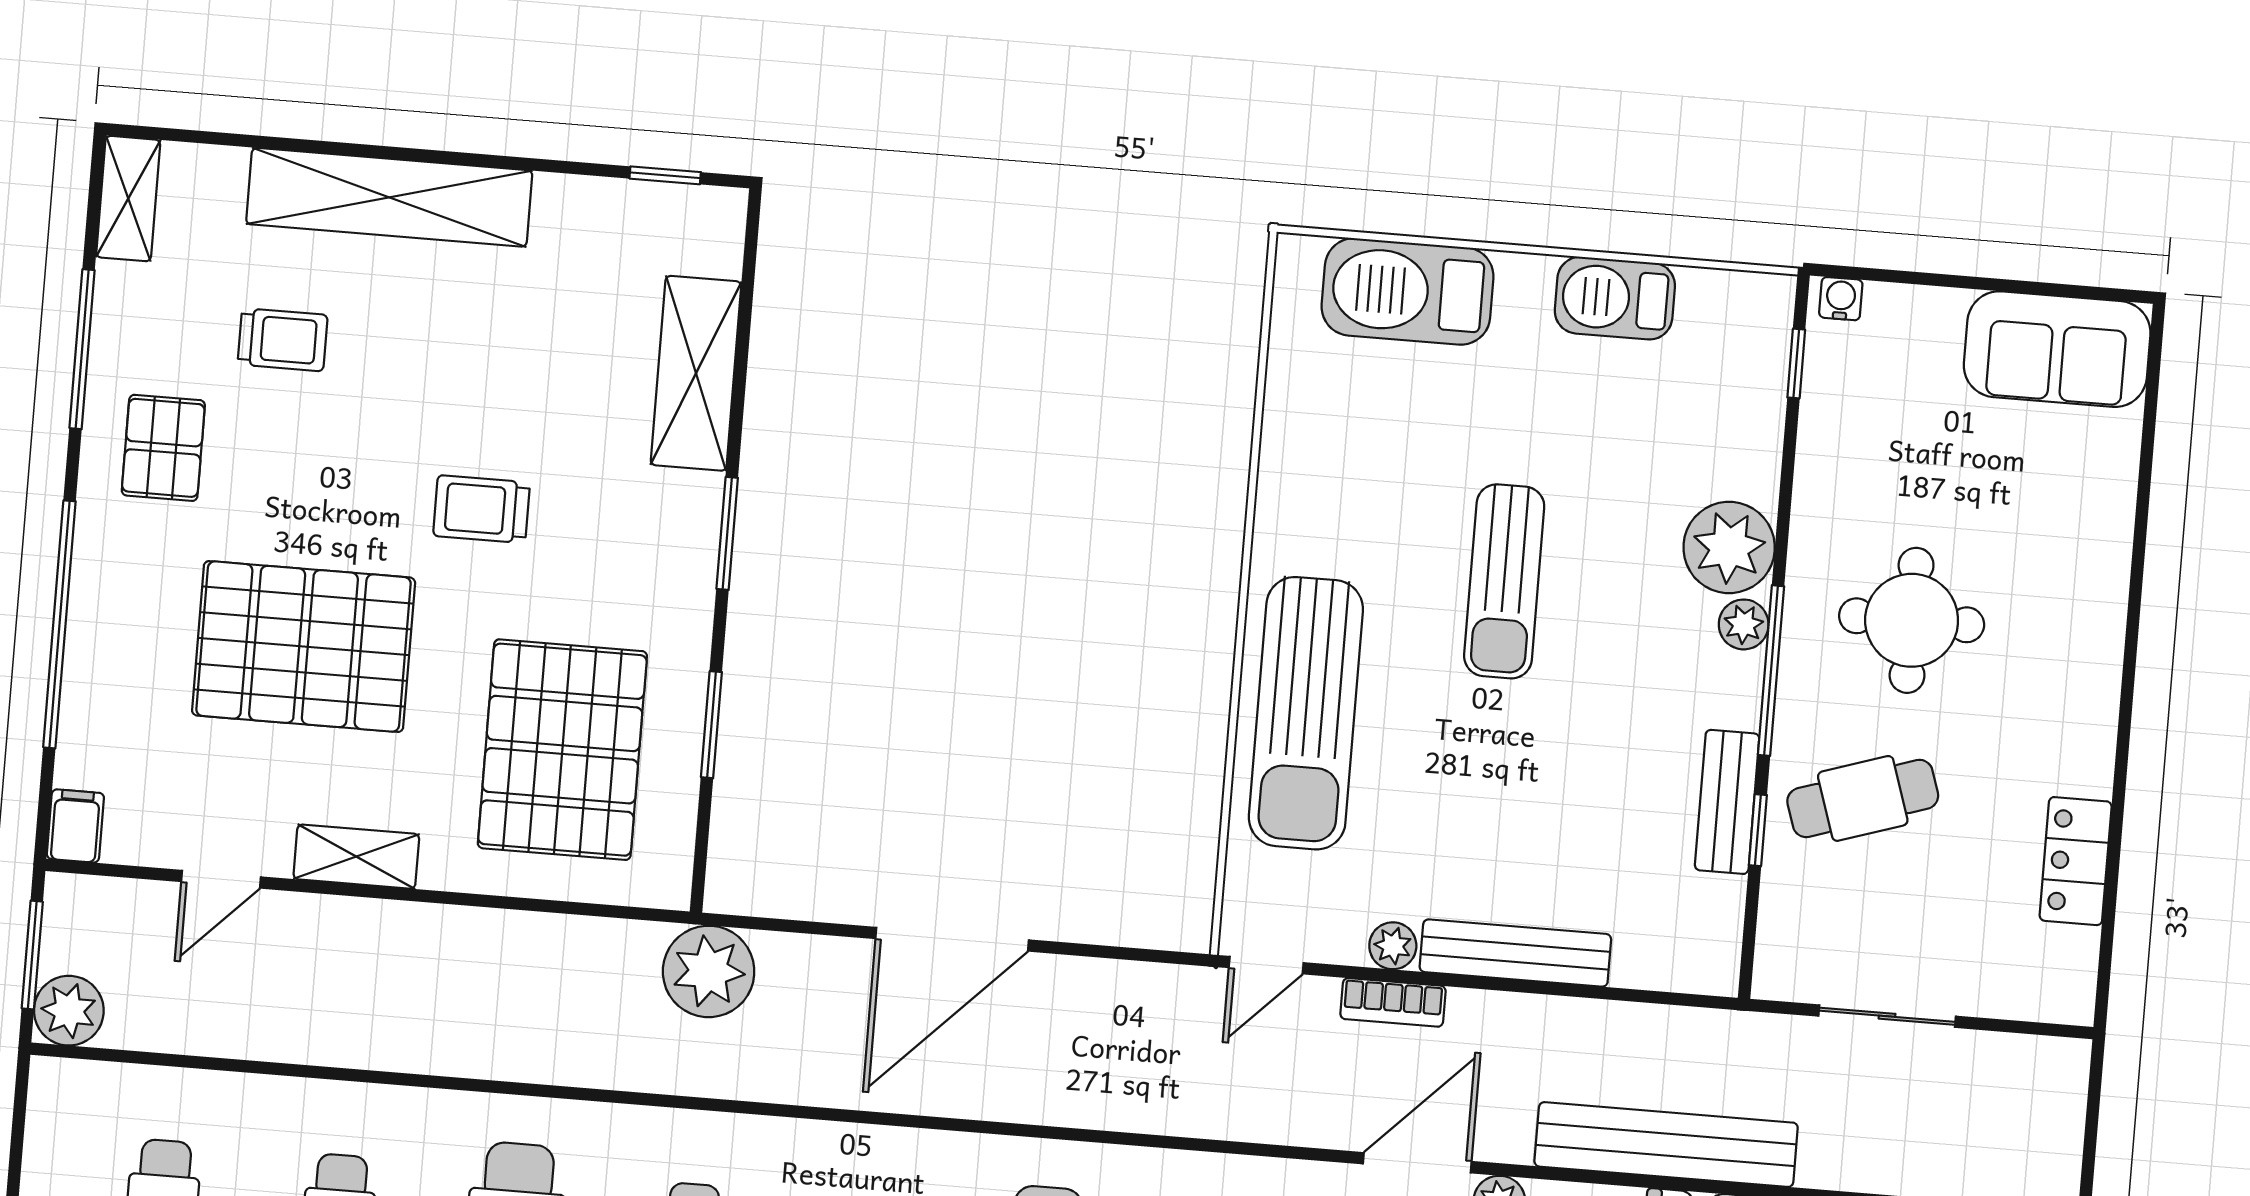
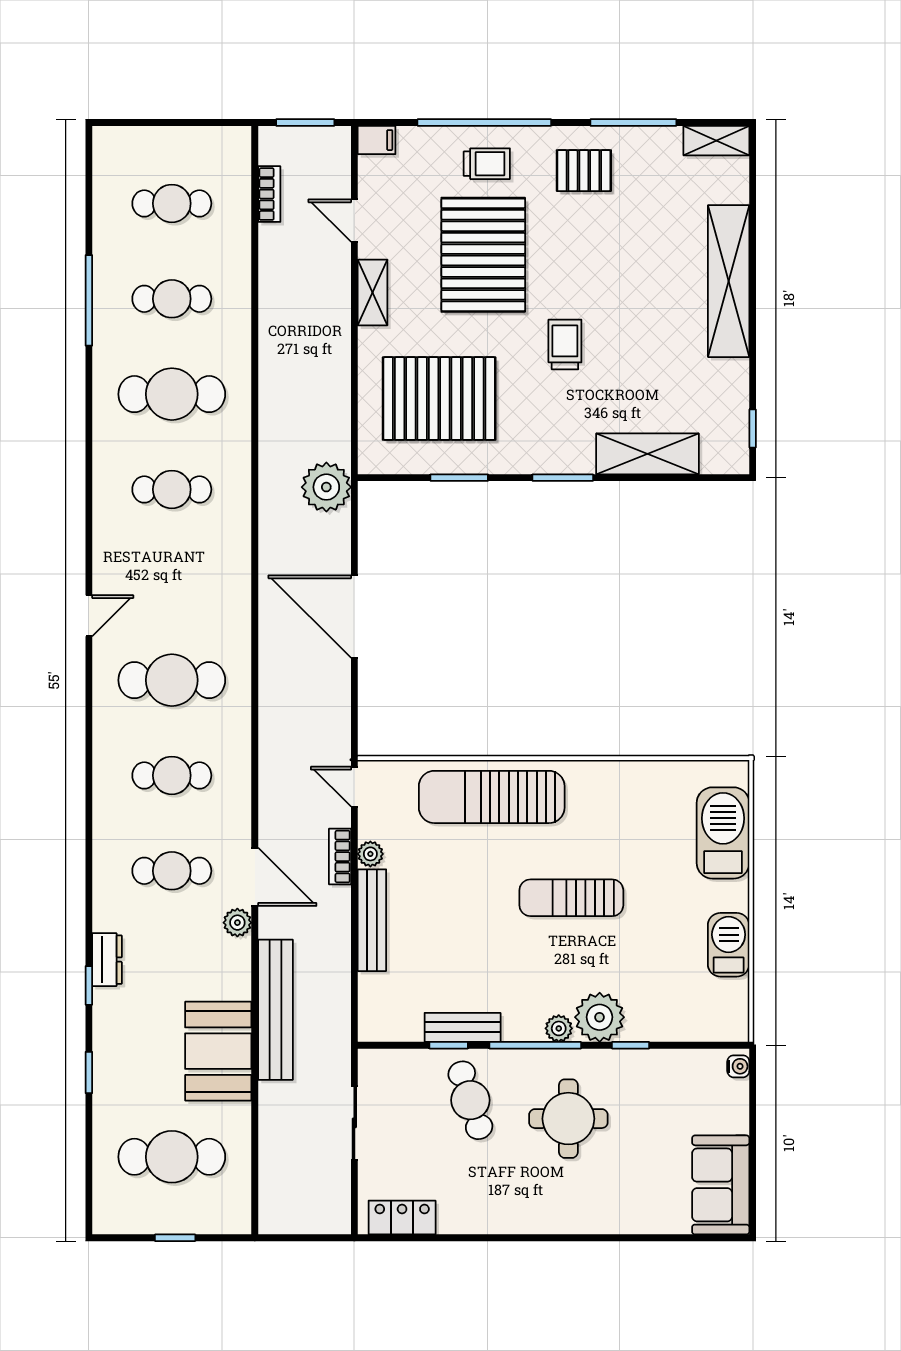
trolley: (283, 340) -> (487, 164), moved, turned -90
window: (1796, 364) -> (631, 1045), moved
locker: (2076, 861) -> (402, 1217), moved
plant: (69, 1011) -> (277, 145), removed
bookcase: (159, 1032) -> (269, 194), added

